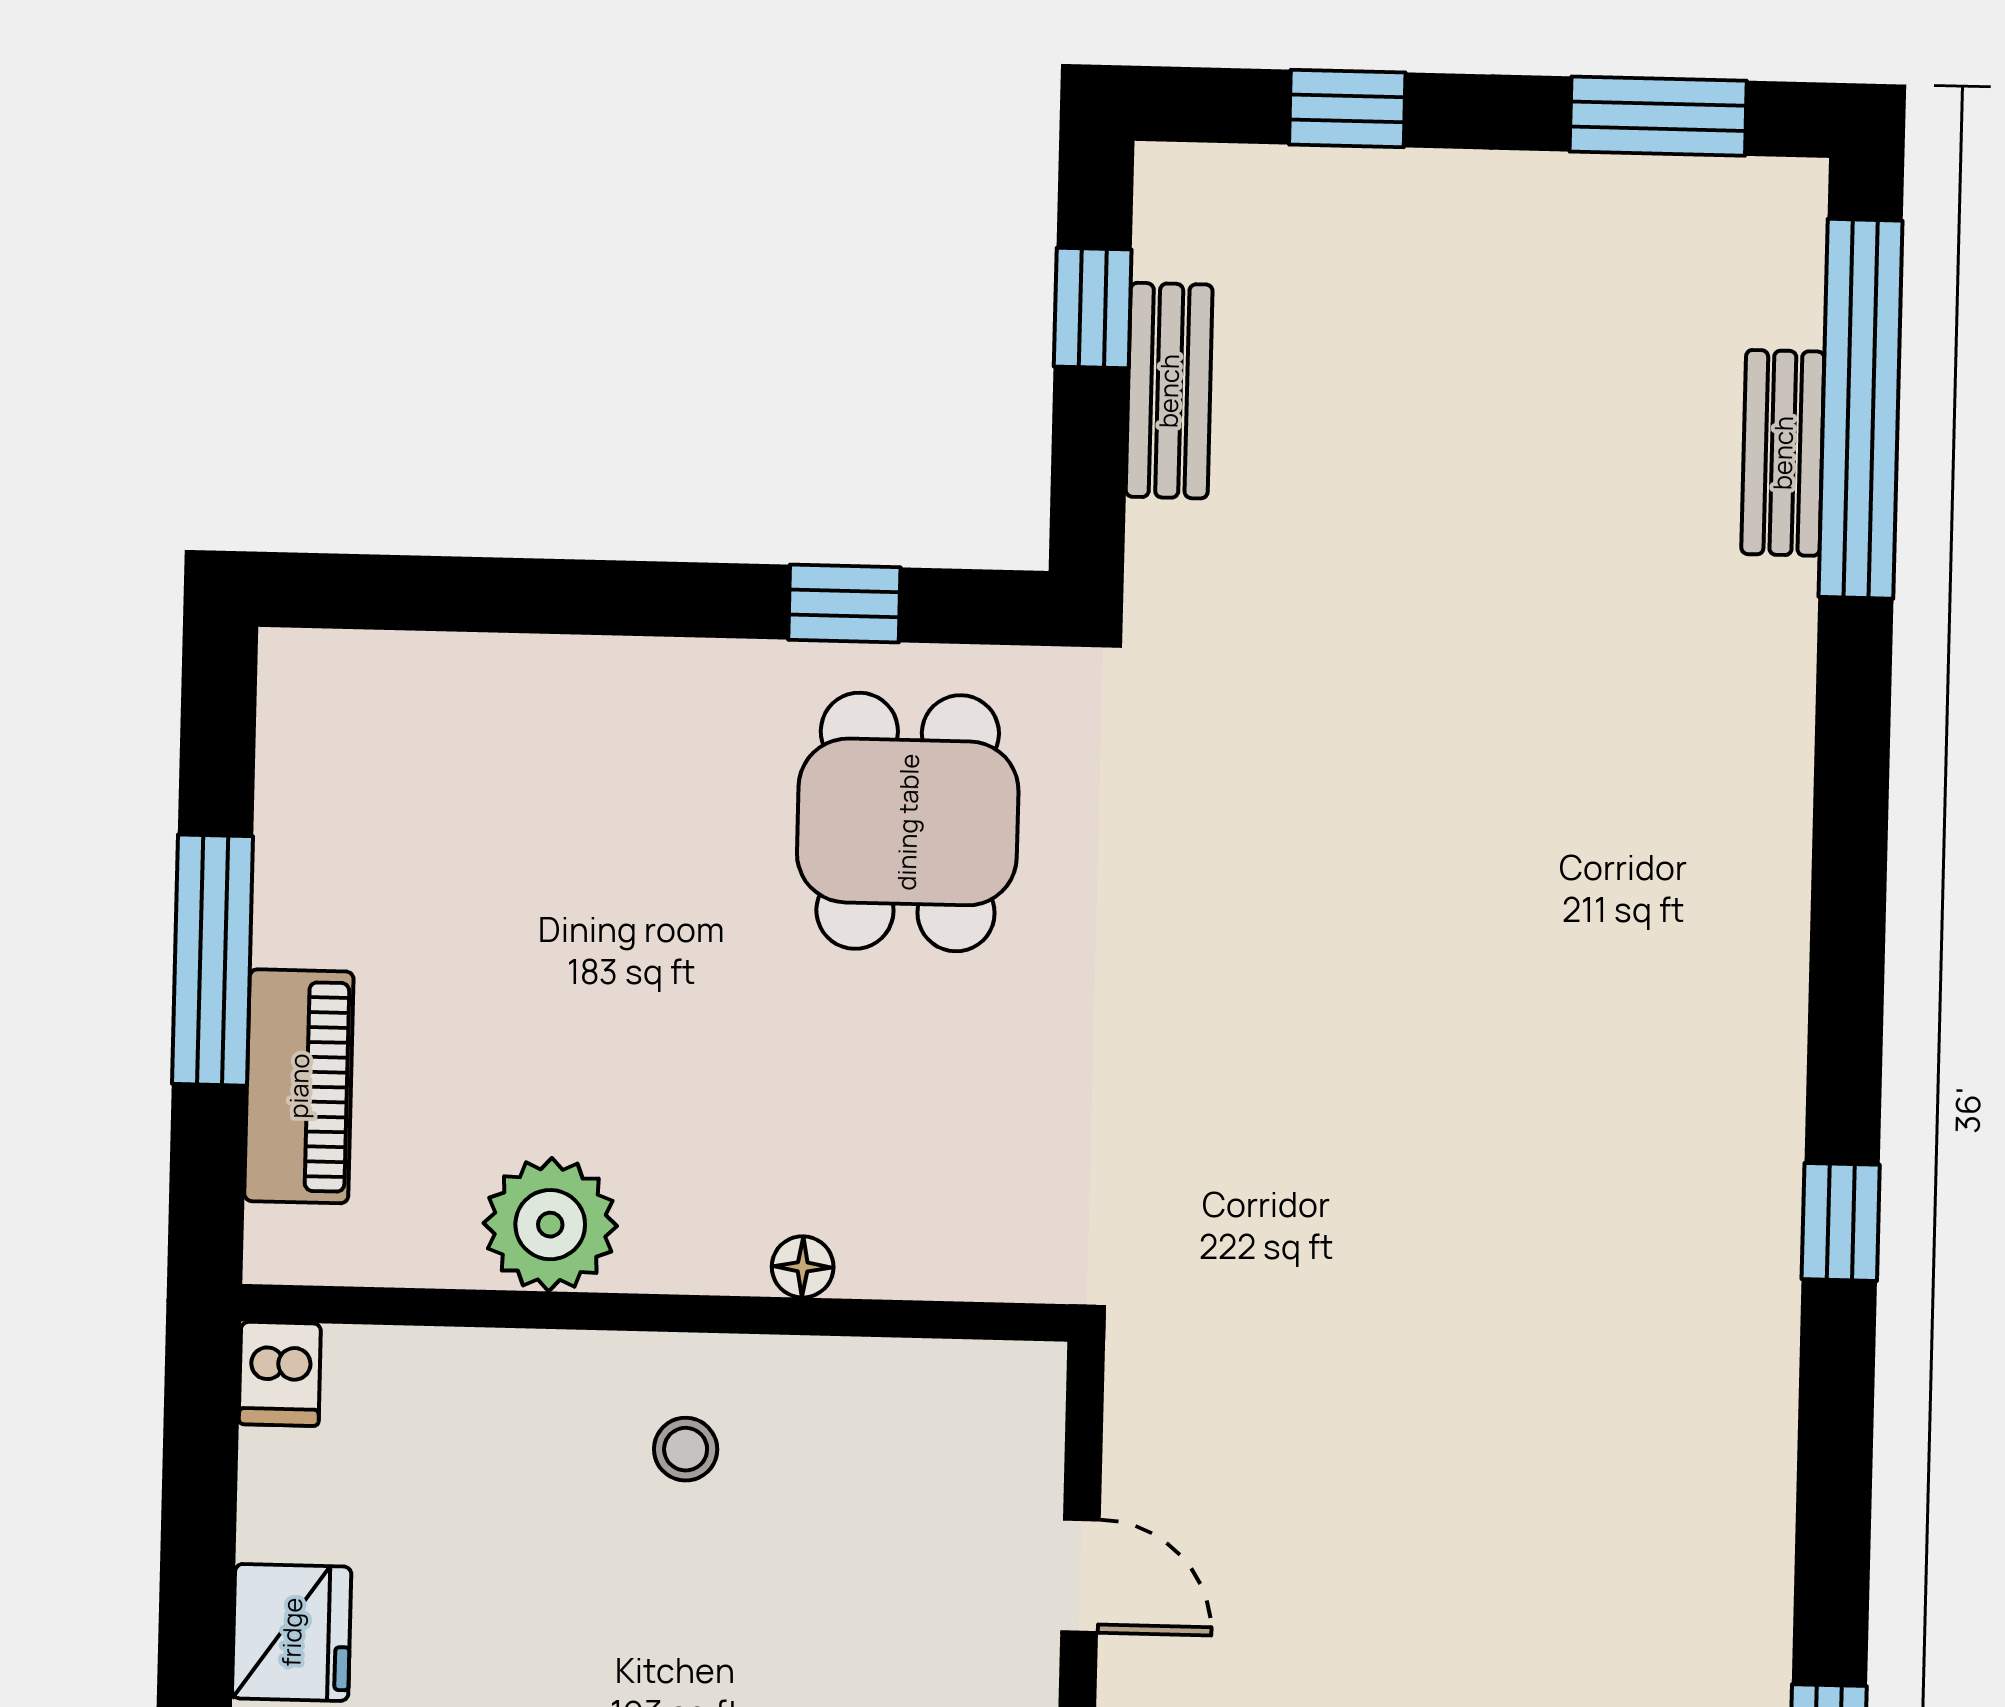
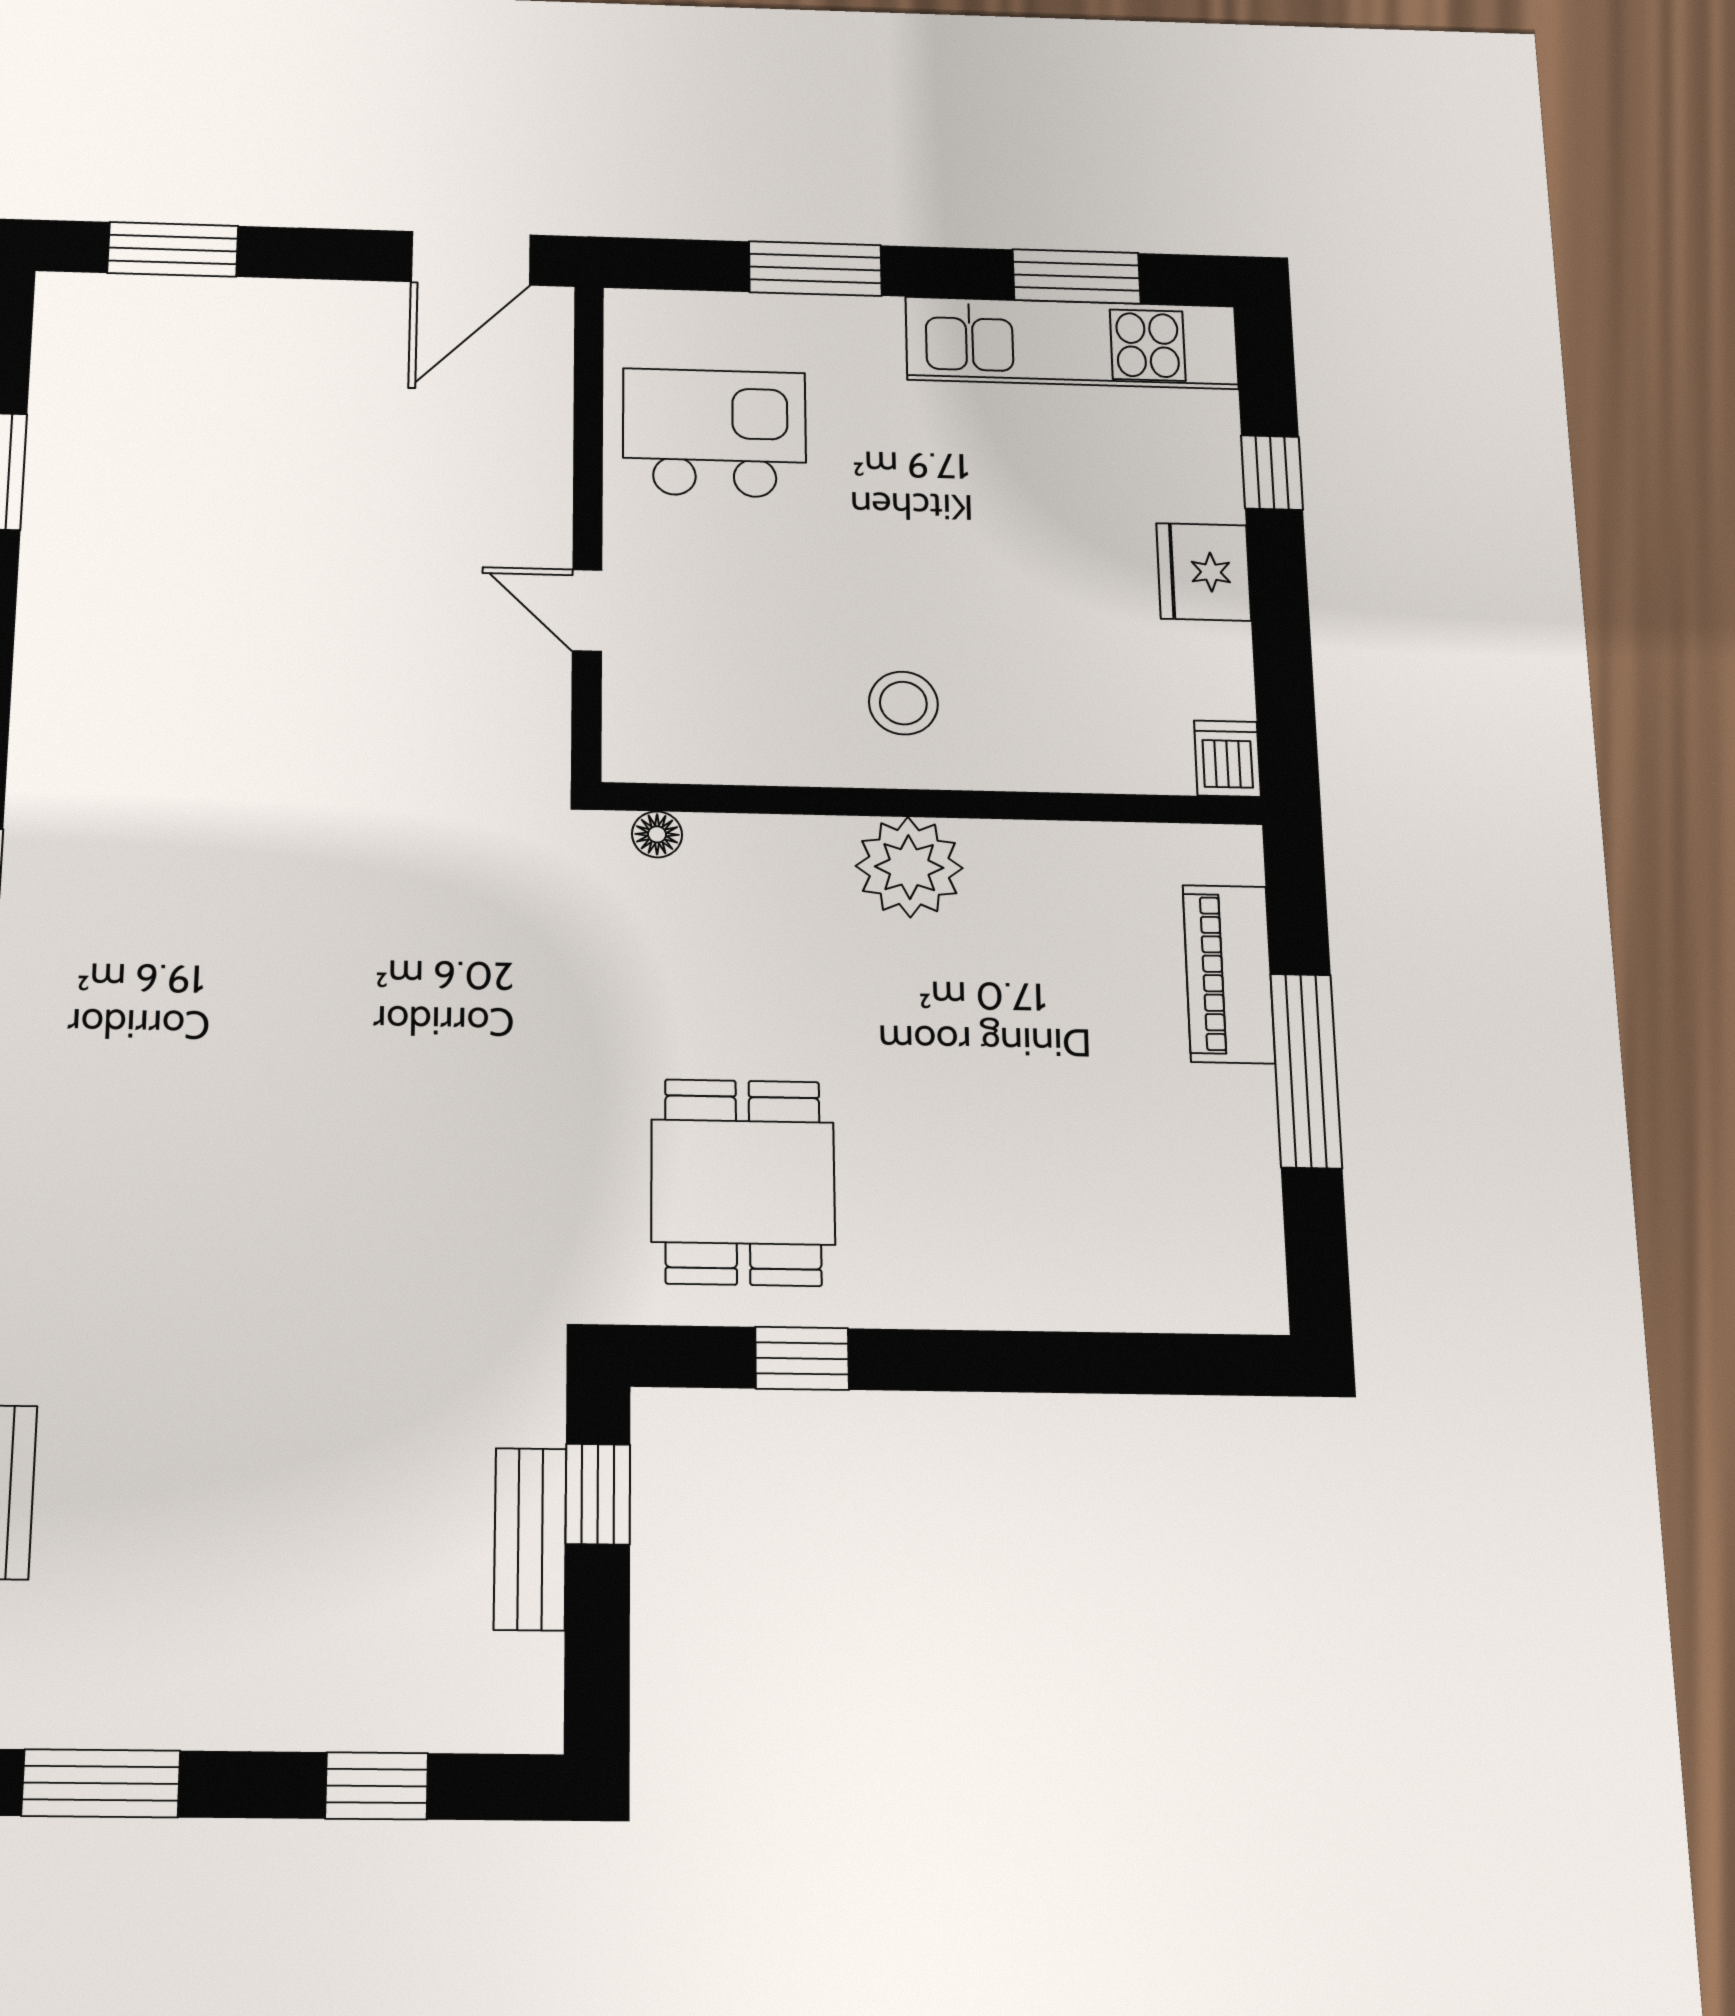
window: (1093, 308) -> (598, 1494), moved
plant: (550, 1225) -> (909, 867), moved
floor lamp: (803, 1267) -> (657, 834), moved
stool: (686, 1449) -> (903, 703), width x1.37, depth x1.37

